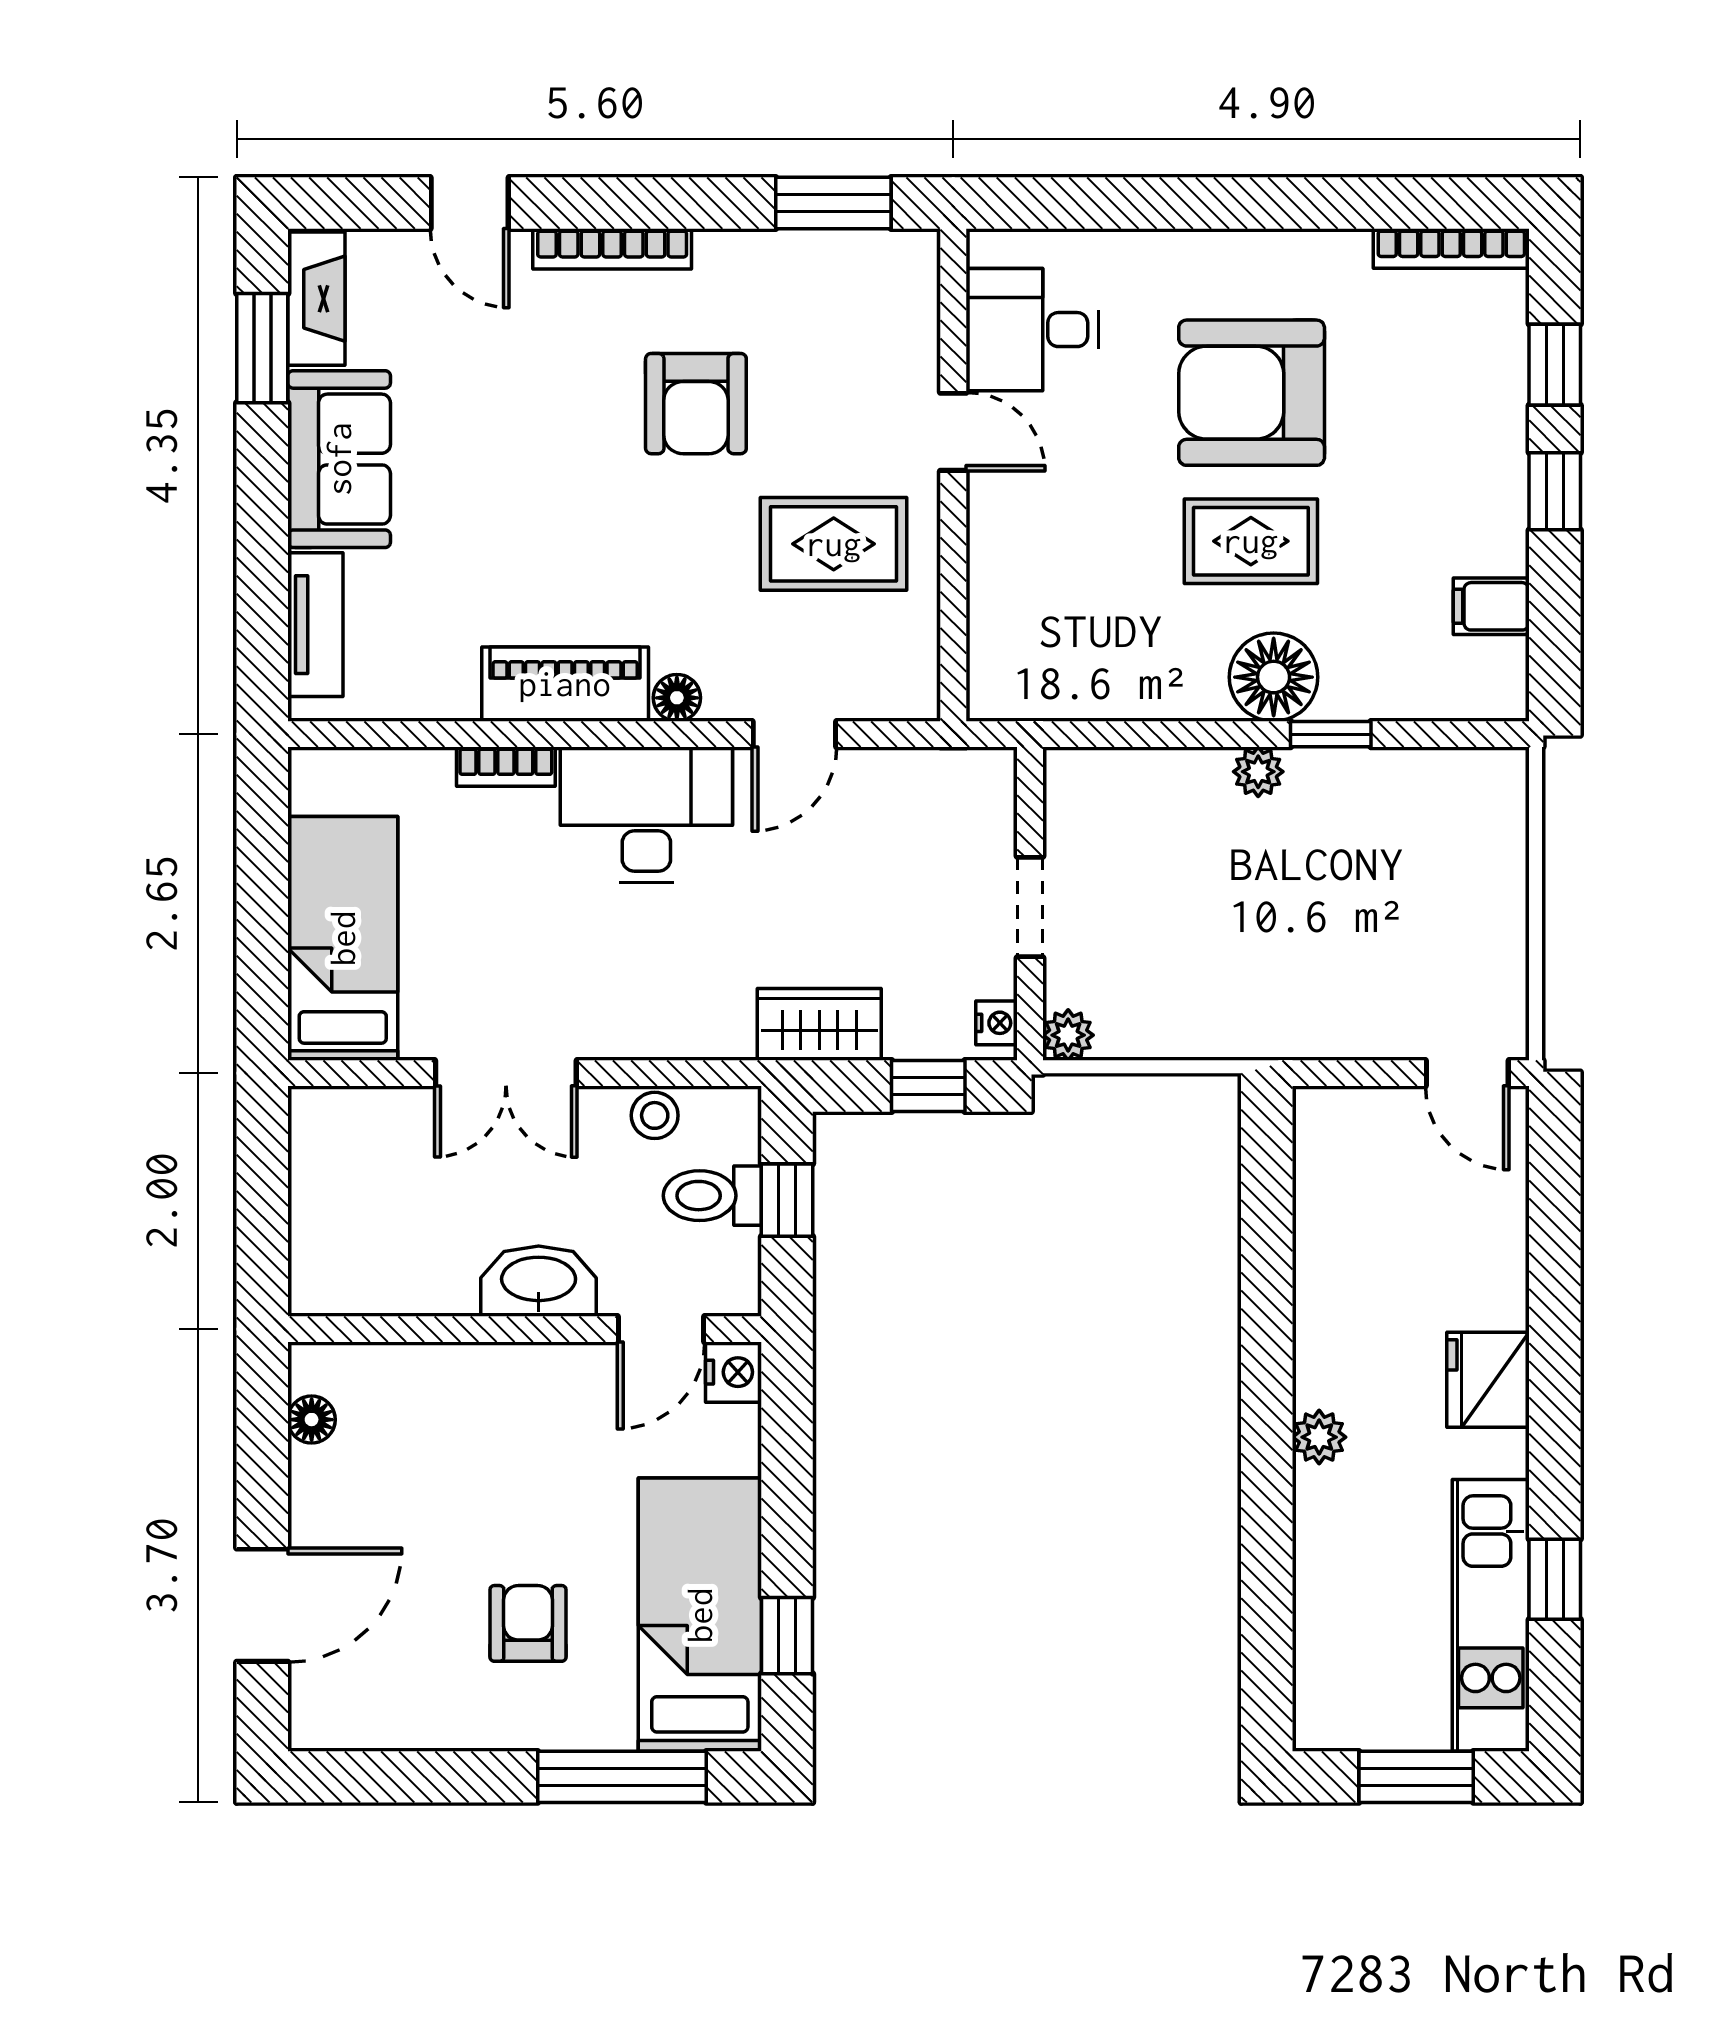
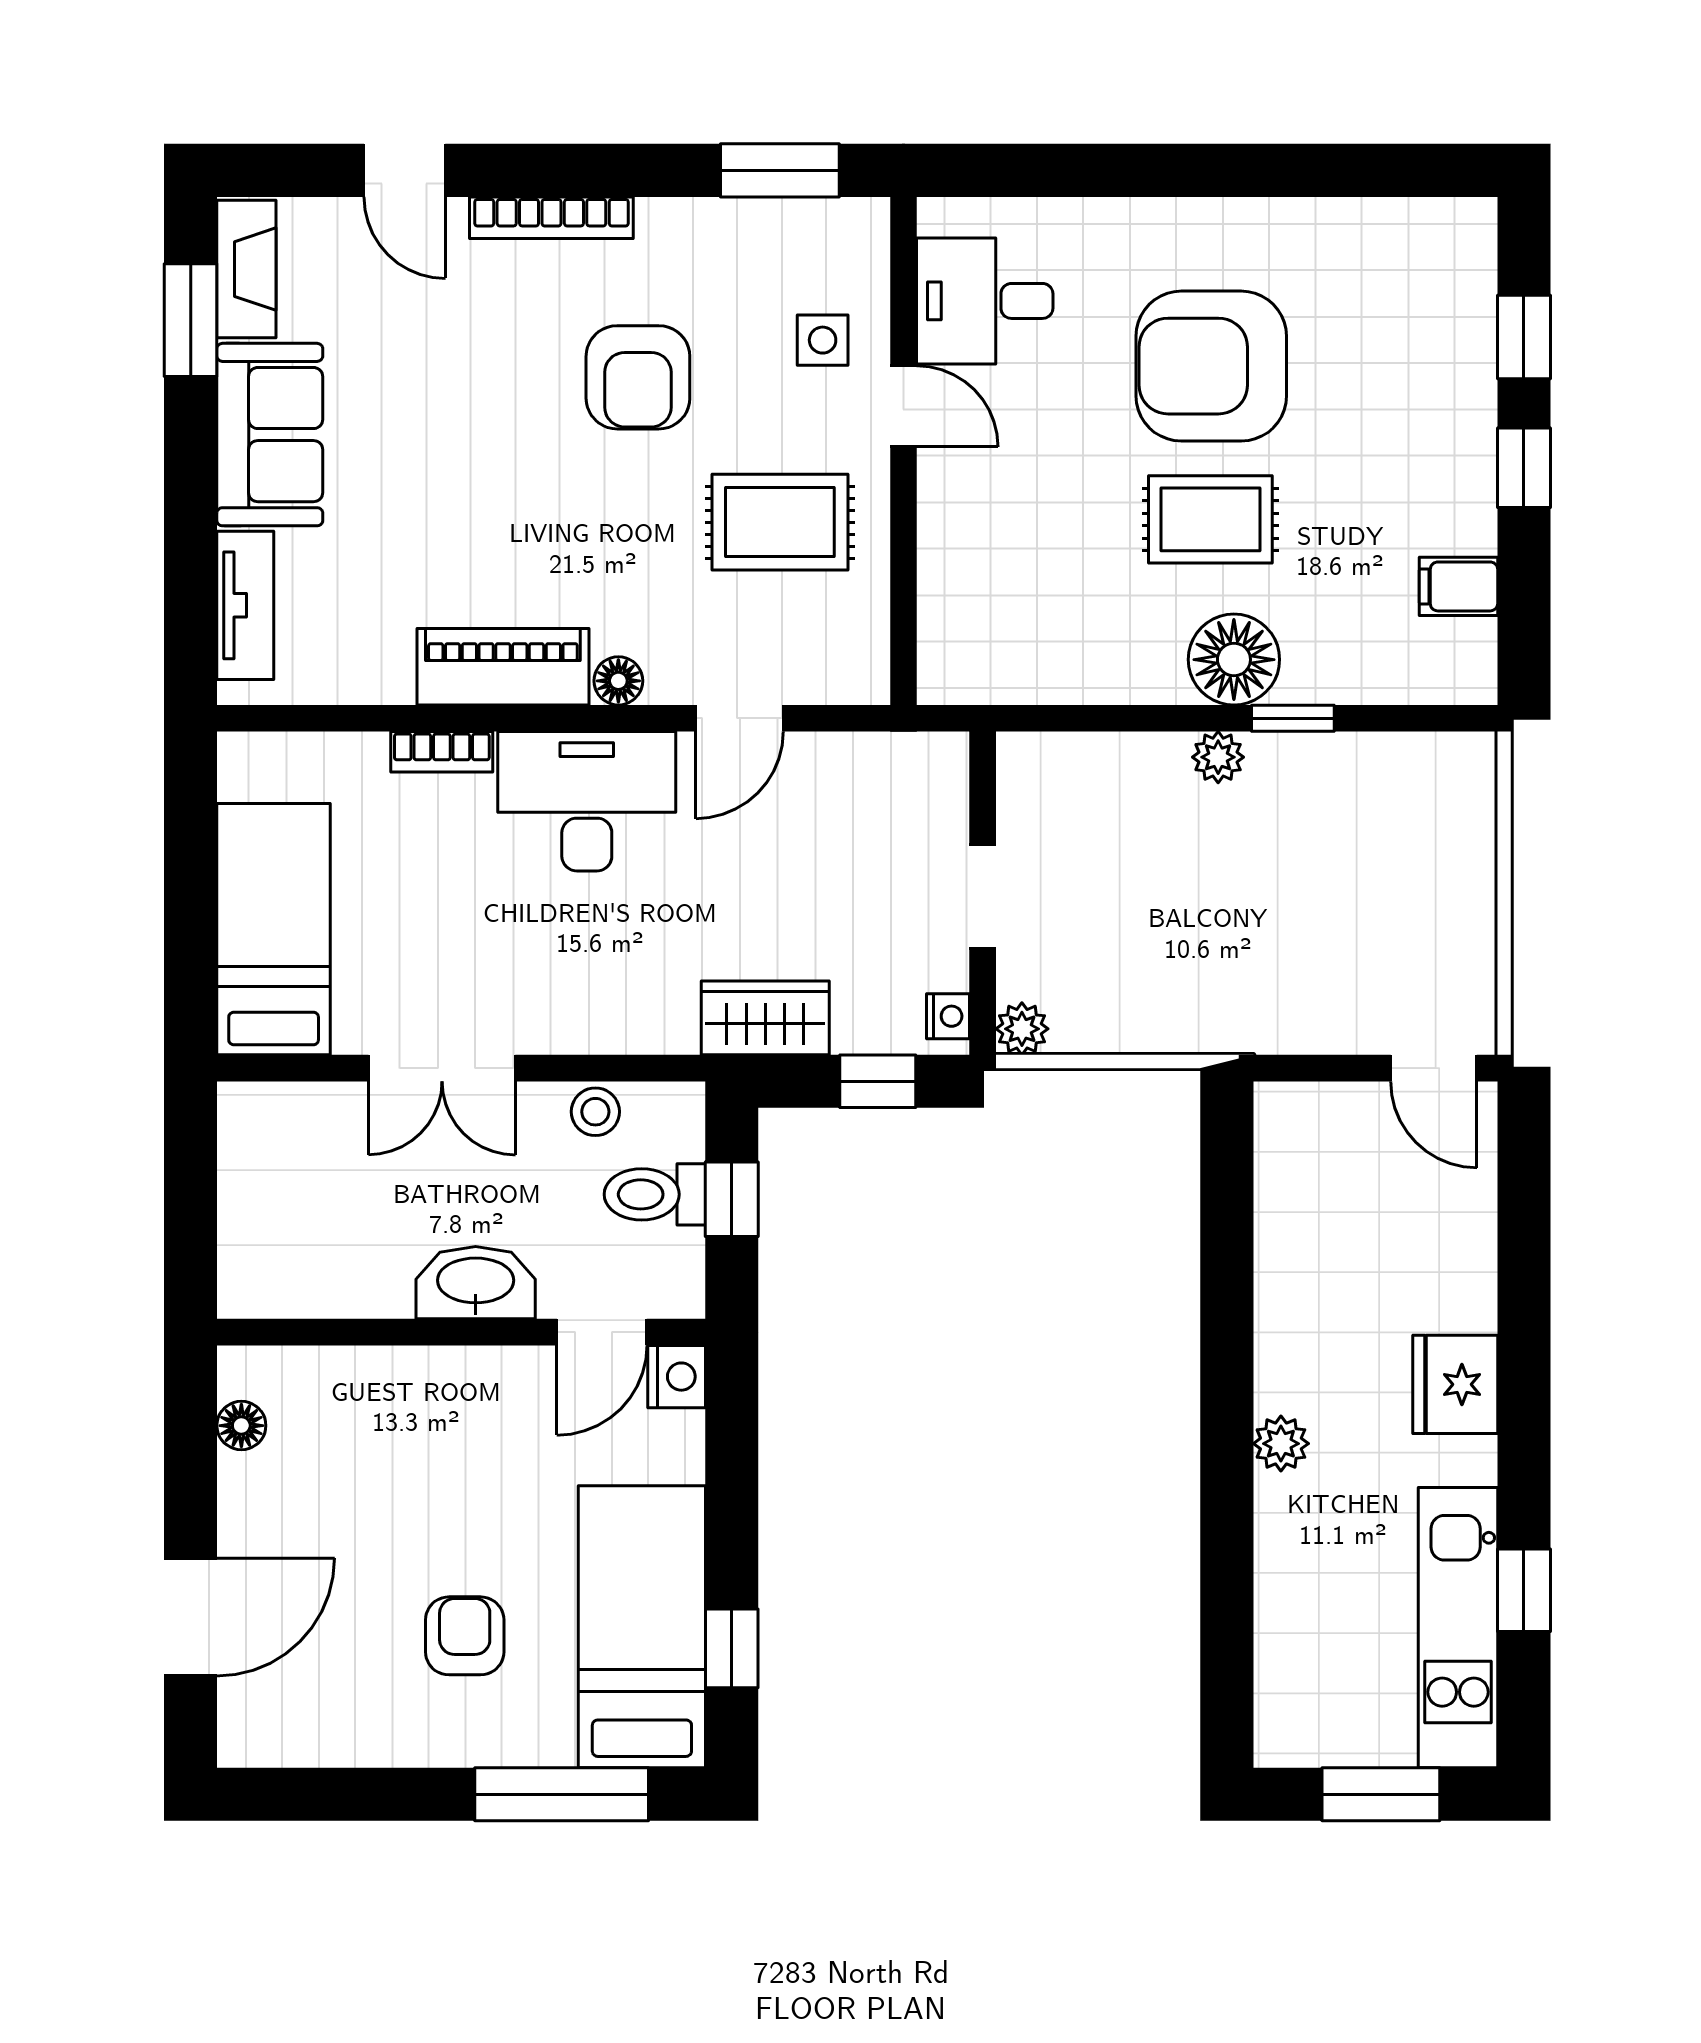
bookcase: (1451, 249) -> (1417, 217), removed
side table: (875, 367) -> (823, 340), added

